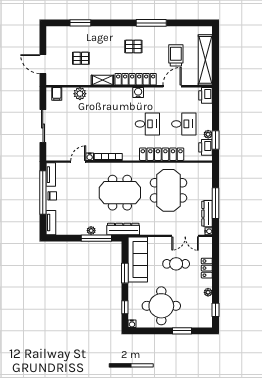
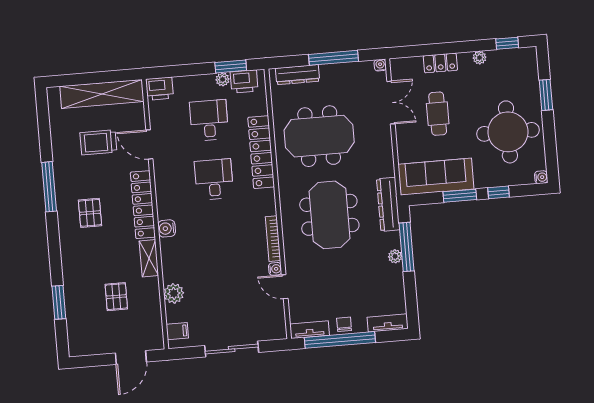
water cooler: (138, 93) -> (167, 228), moved
dresser: (207, 214) -> (298, 75), moved
window: (125, 307) -> (499, 192), moved

